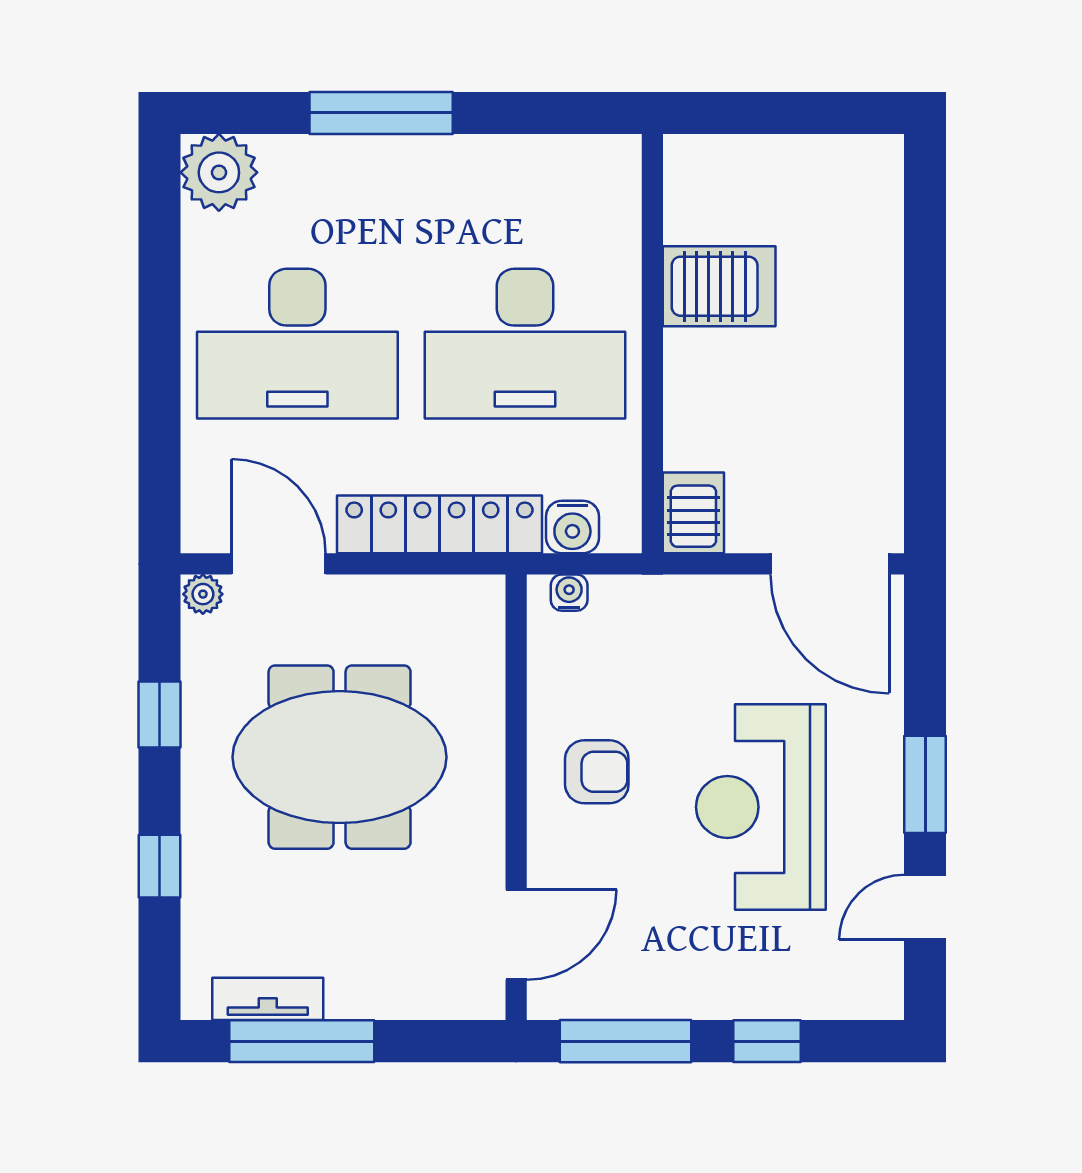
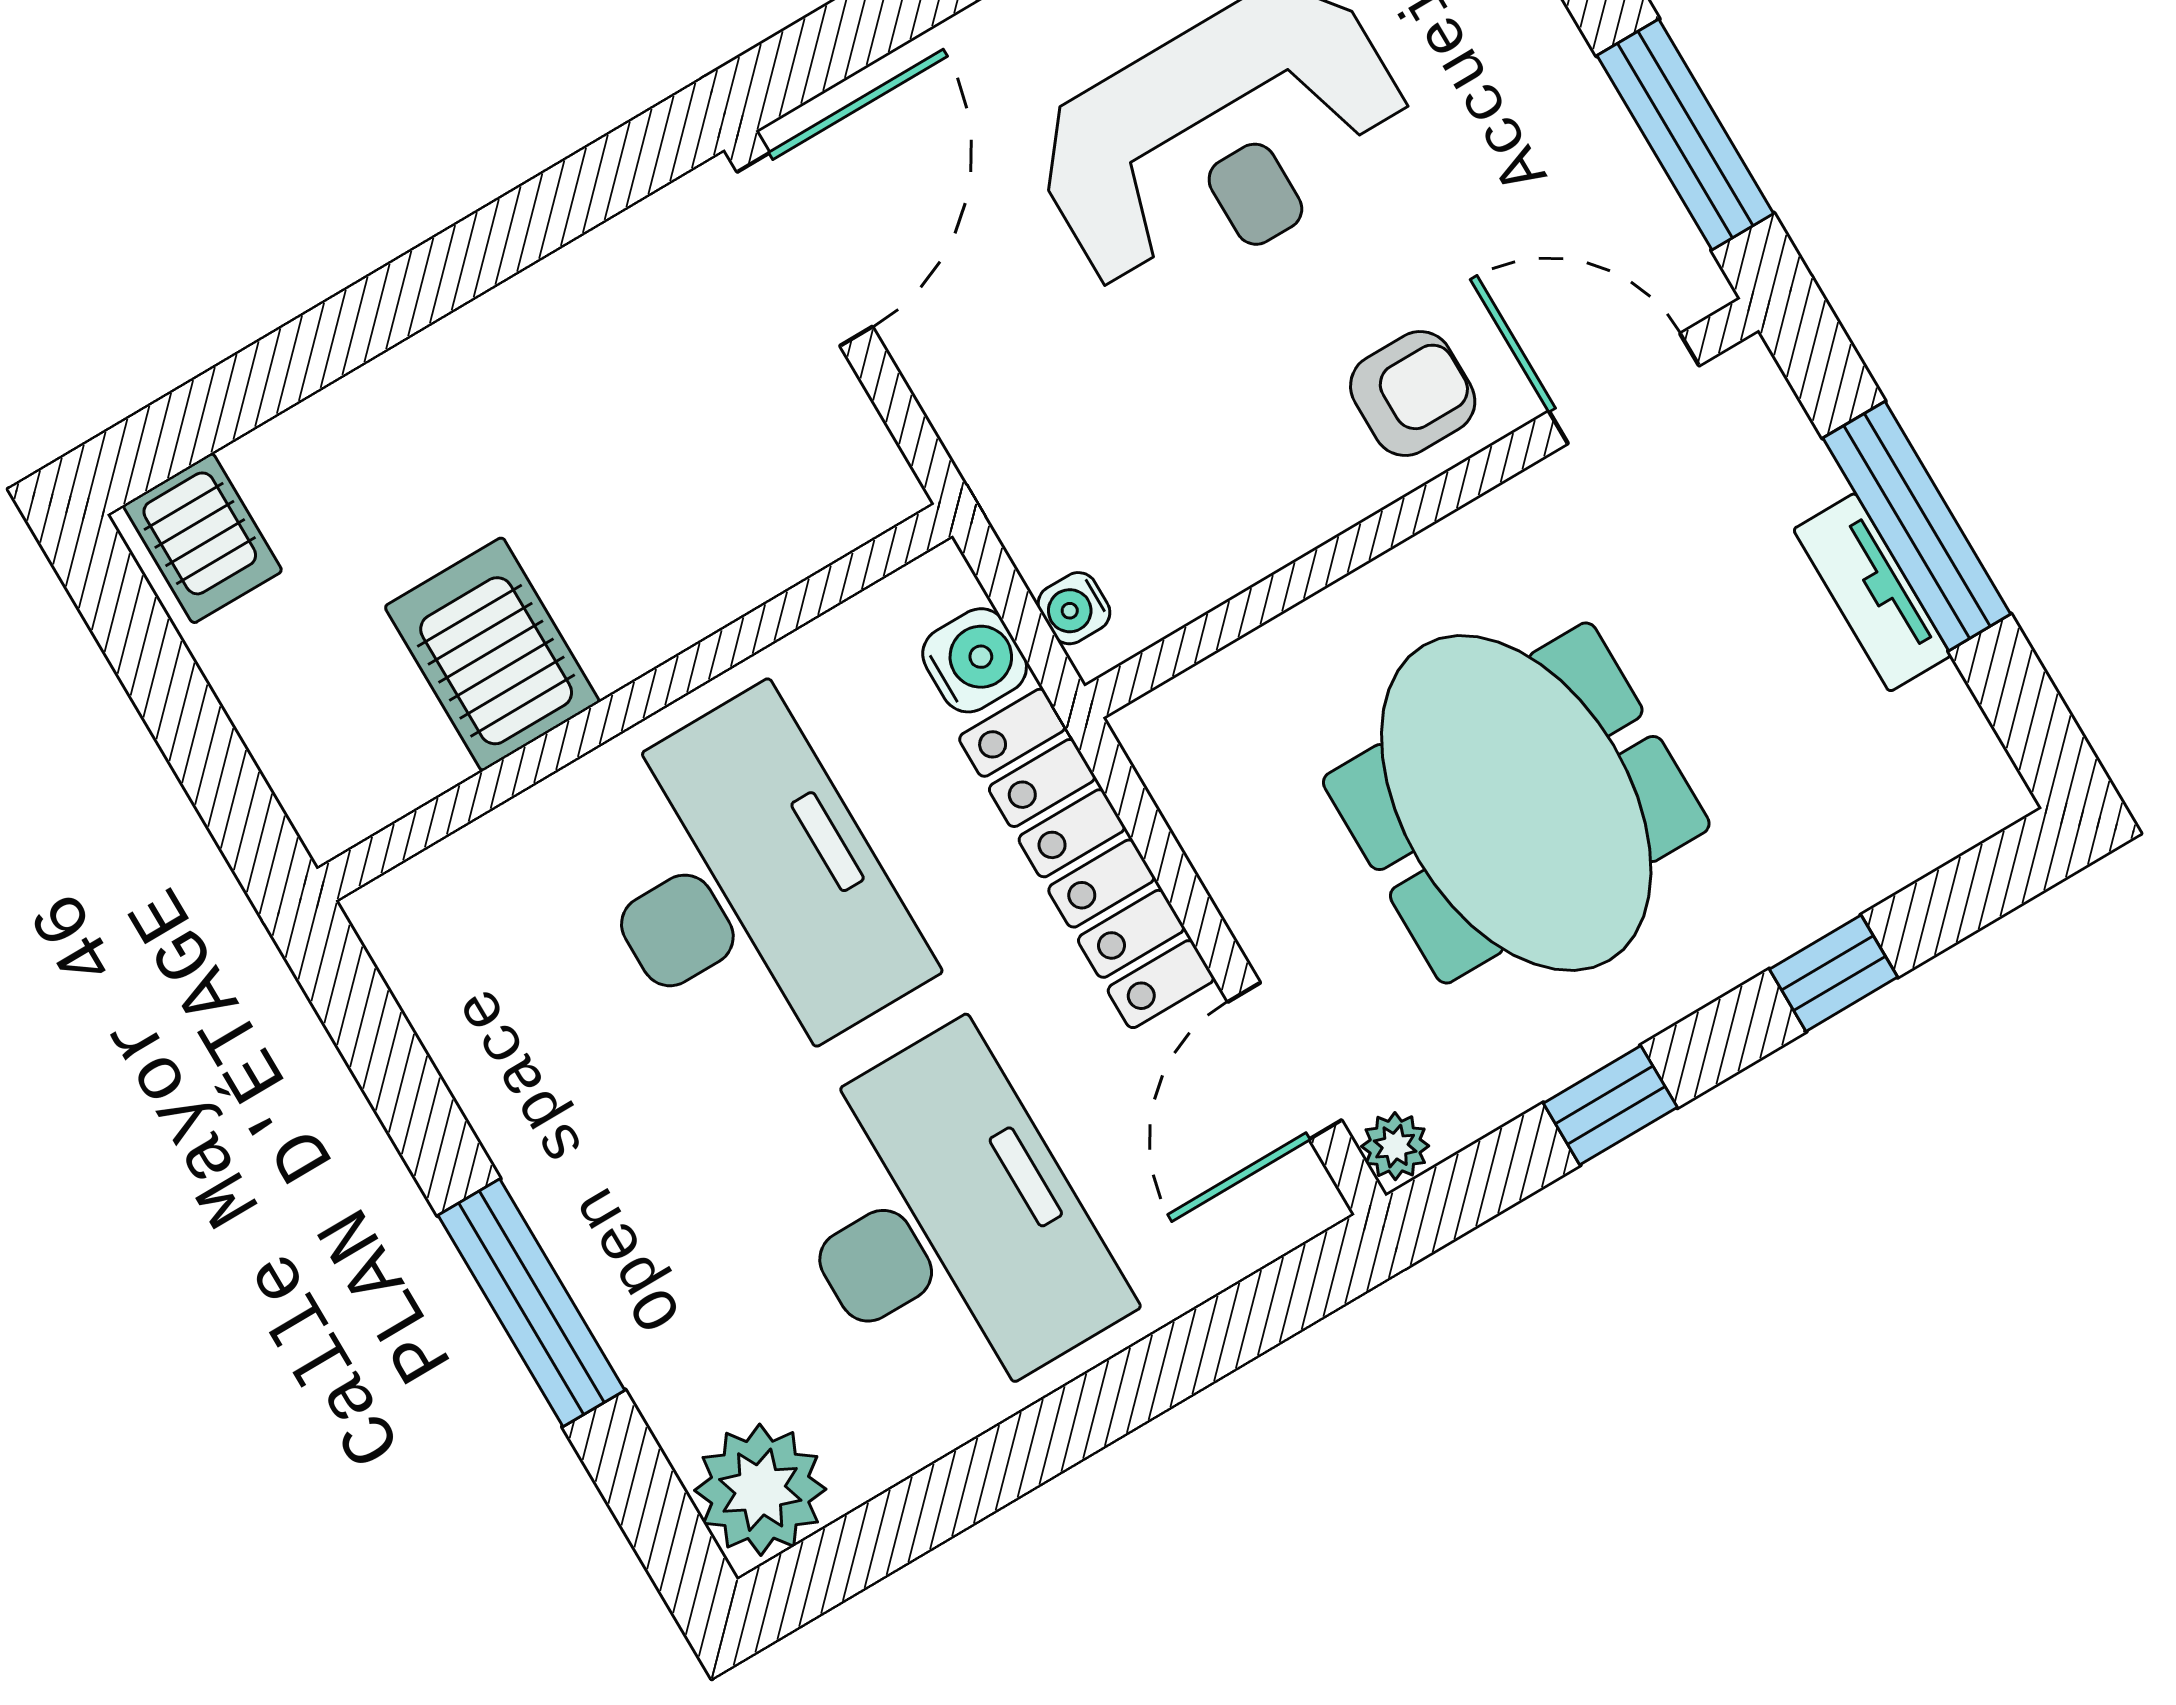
server rack: (693, 513) -> (203, 538), moved, turned -90
armchair: (597, 772) -> (1413, 394), moved, turned 90
tv unit: (268, 999) -> (1872, 592), moved
window: (302, 1041) -> (1917, 526), moved

